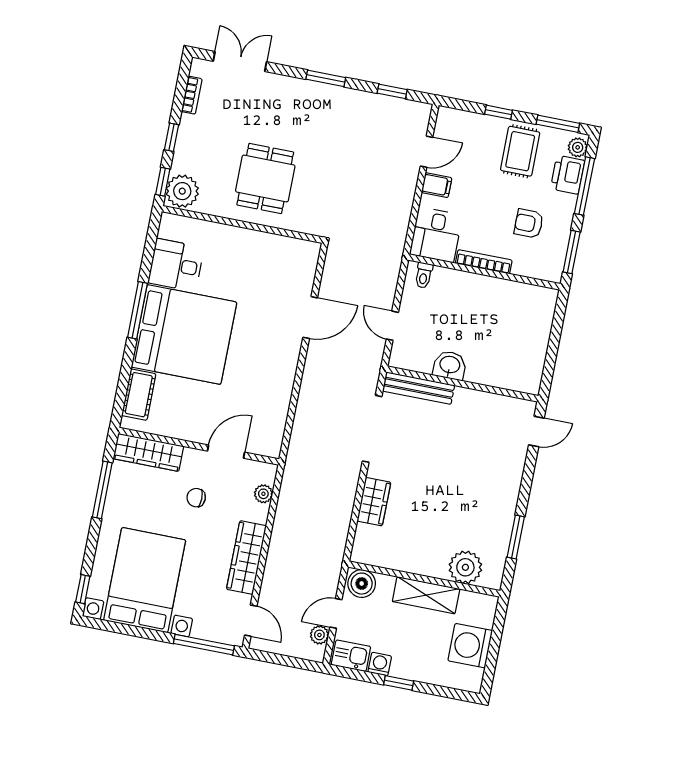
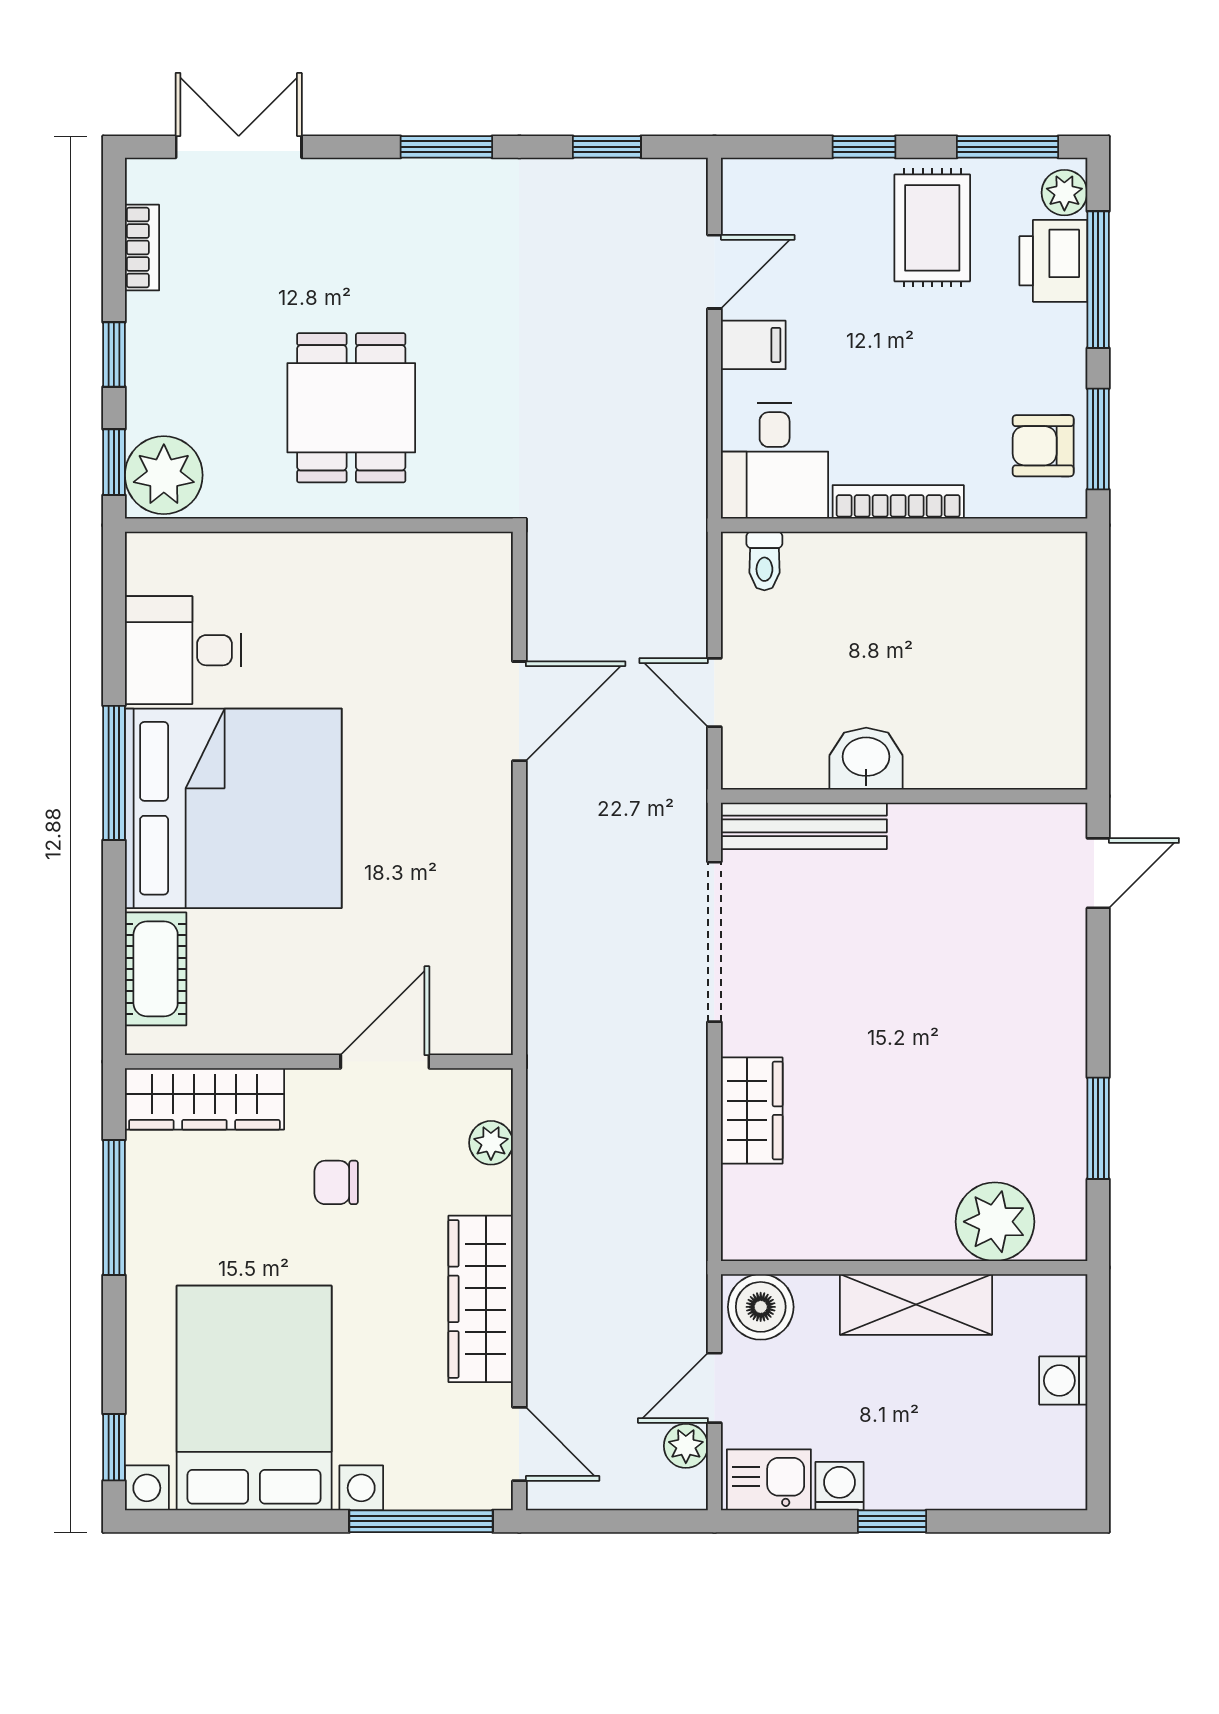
armchair: (529, 223) -> (1043, 446), moved
washing machine: (470, 646) -> (1063, 1381), width x0.53, depth x0.53

